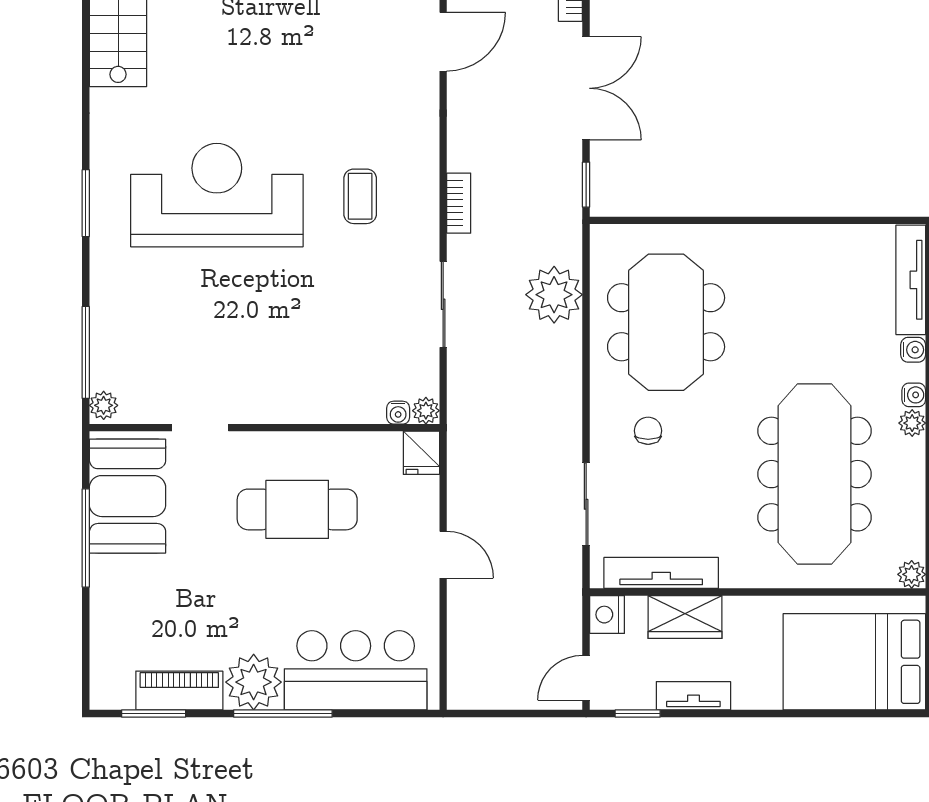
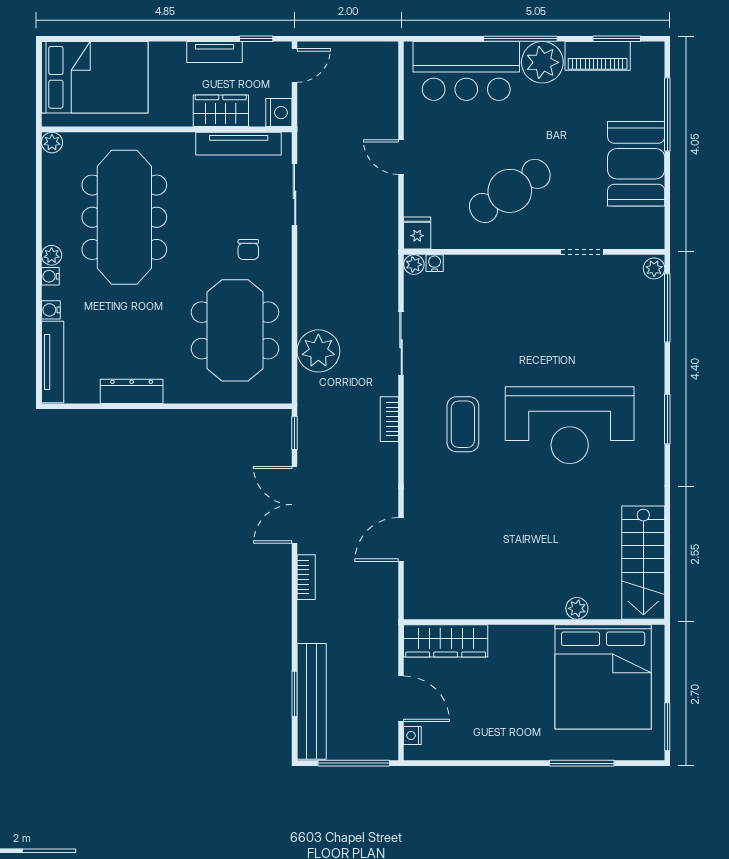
coffee table: (360, 196) -> (463, 424), width x1.36, depth x1.30
dresser: (805, 240) -> (132, 391), added
booth: (128, 496) -> (636, 164), moved
cafe table: (297, 509) -> (510, 191), turned -33
window: (86, 538) -> (667, 114), moved

